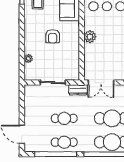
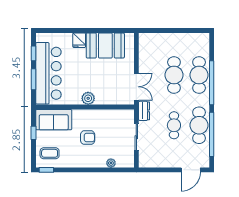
cafe table: (64, 142) -> (199, 125), width x1.37, depth x1.35

